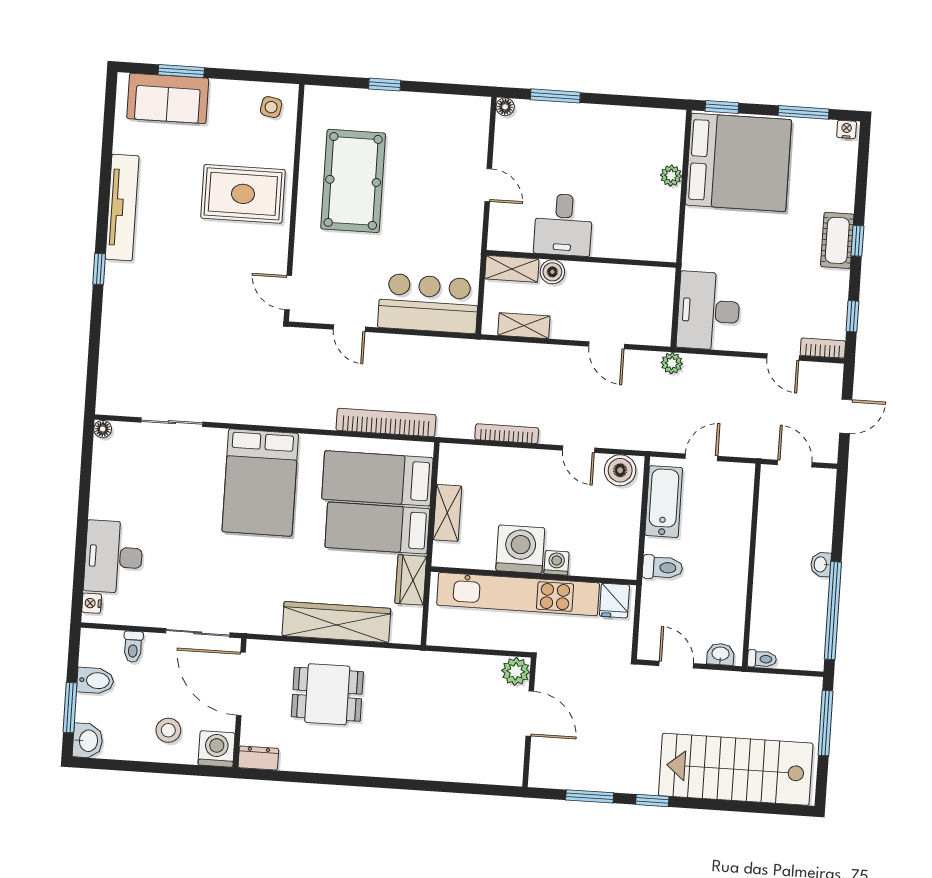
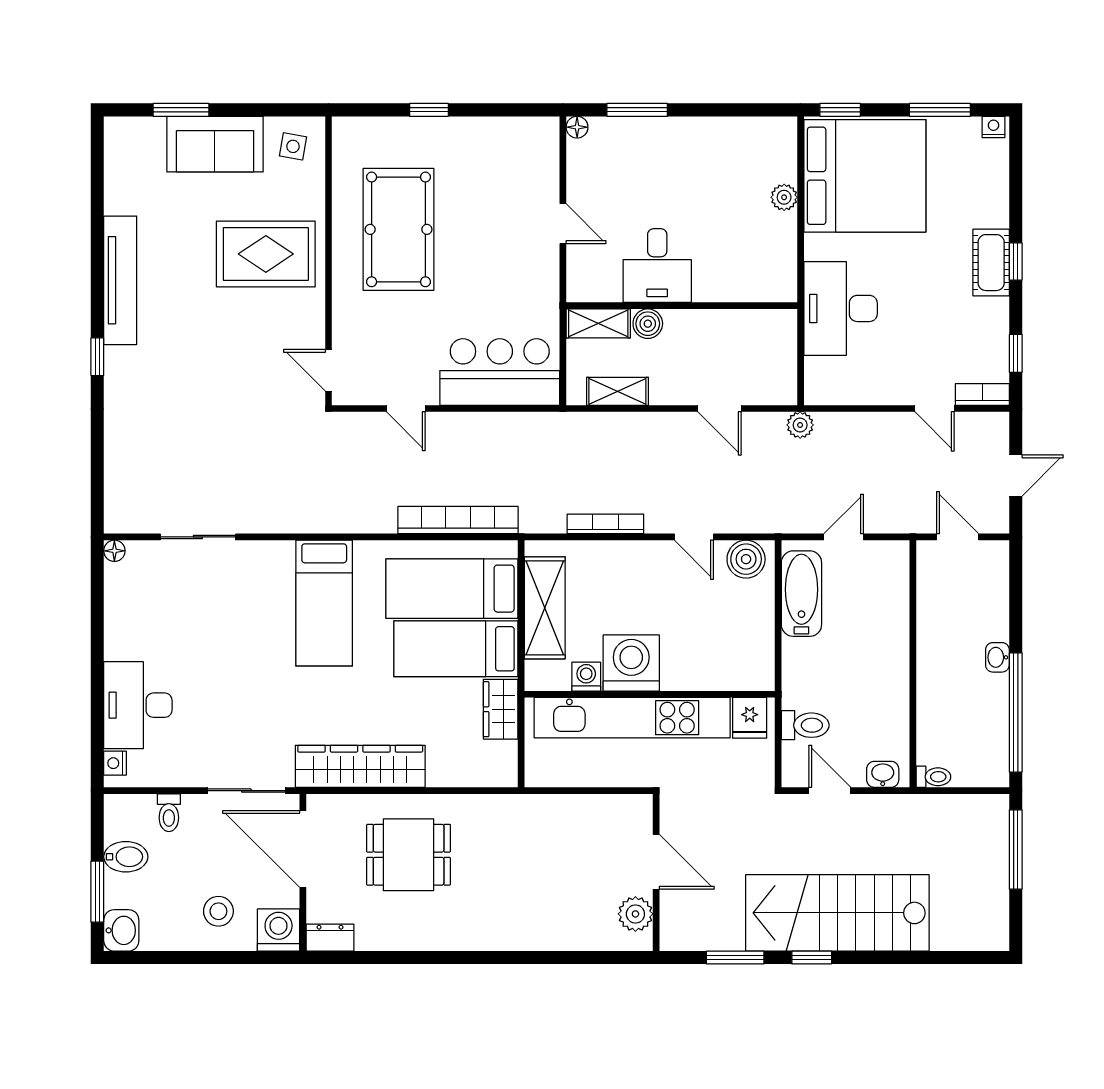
sofa: (168, 98) -> (215, 144), moved
desk: (709, 311) -> (841, 308), moved
bed: (260, 483) -> (324, 603), width x0.67
shelving: (447, 513) -> (545, 608), width x1.50, depth x1.33
washing machine: (557, 563) -> (586, 677), moved
toilet: (662, 567) -> (805, 725), moved
wardrobe: (336, 622) -> (360, 766), moved
plant: (516, 671) -> (635, 914), moved
stairs: (736, 769) -> (837, 913), moved

